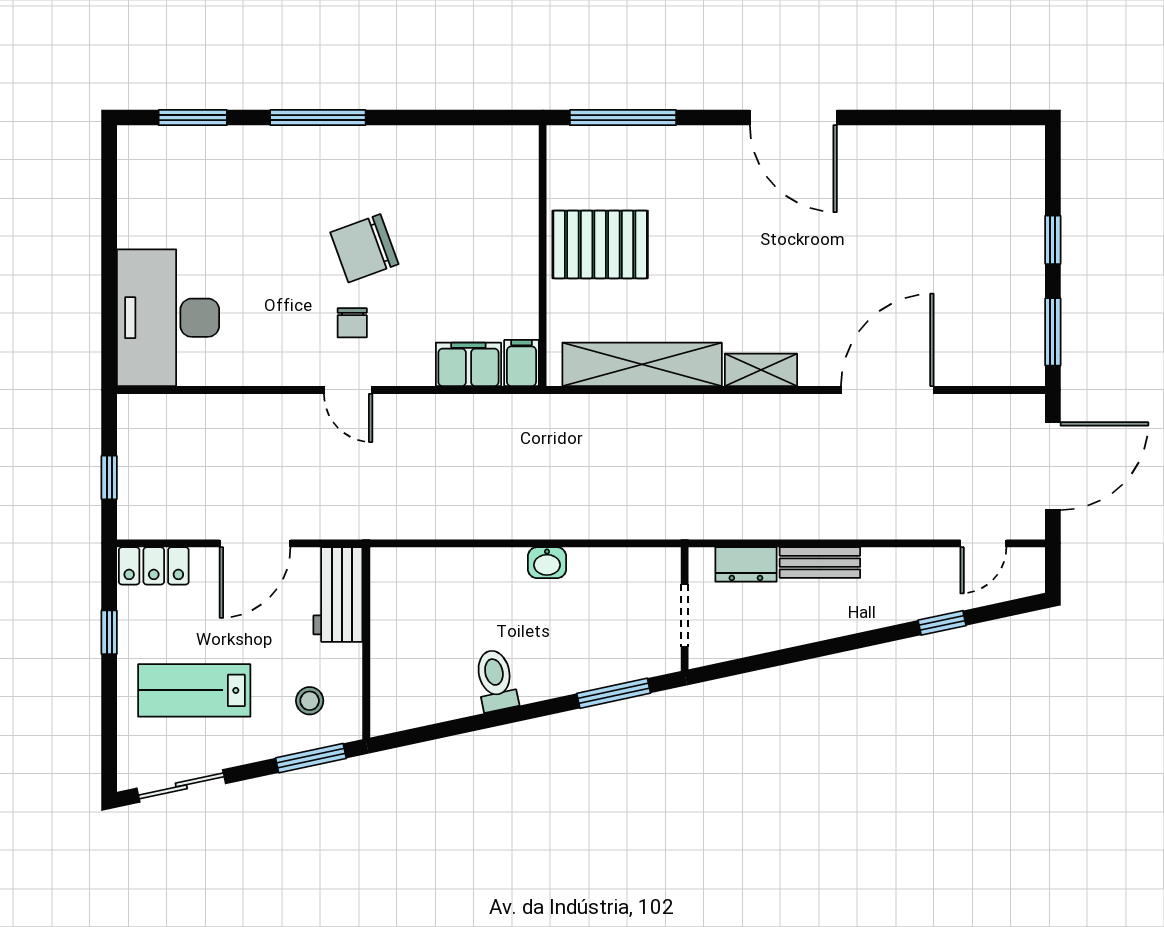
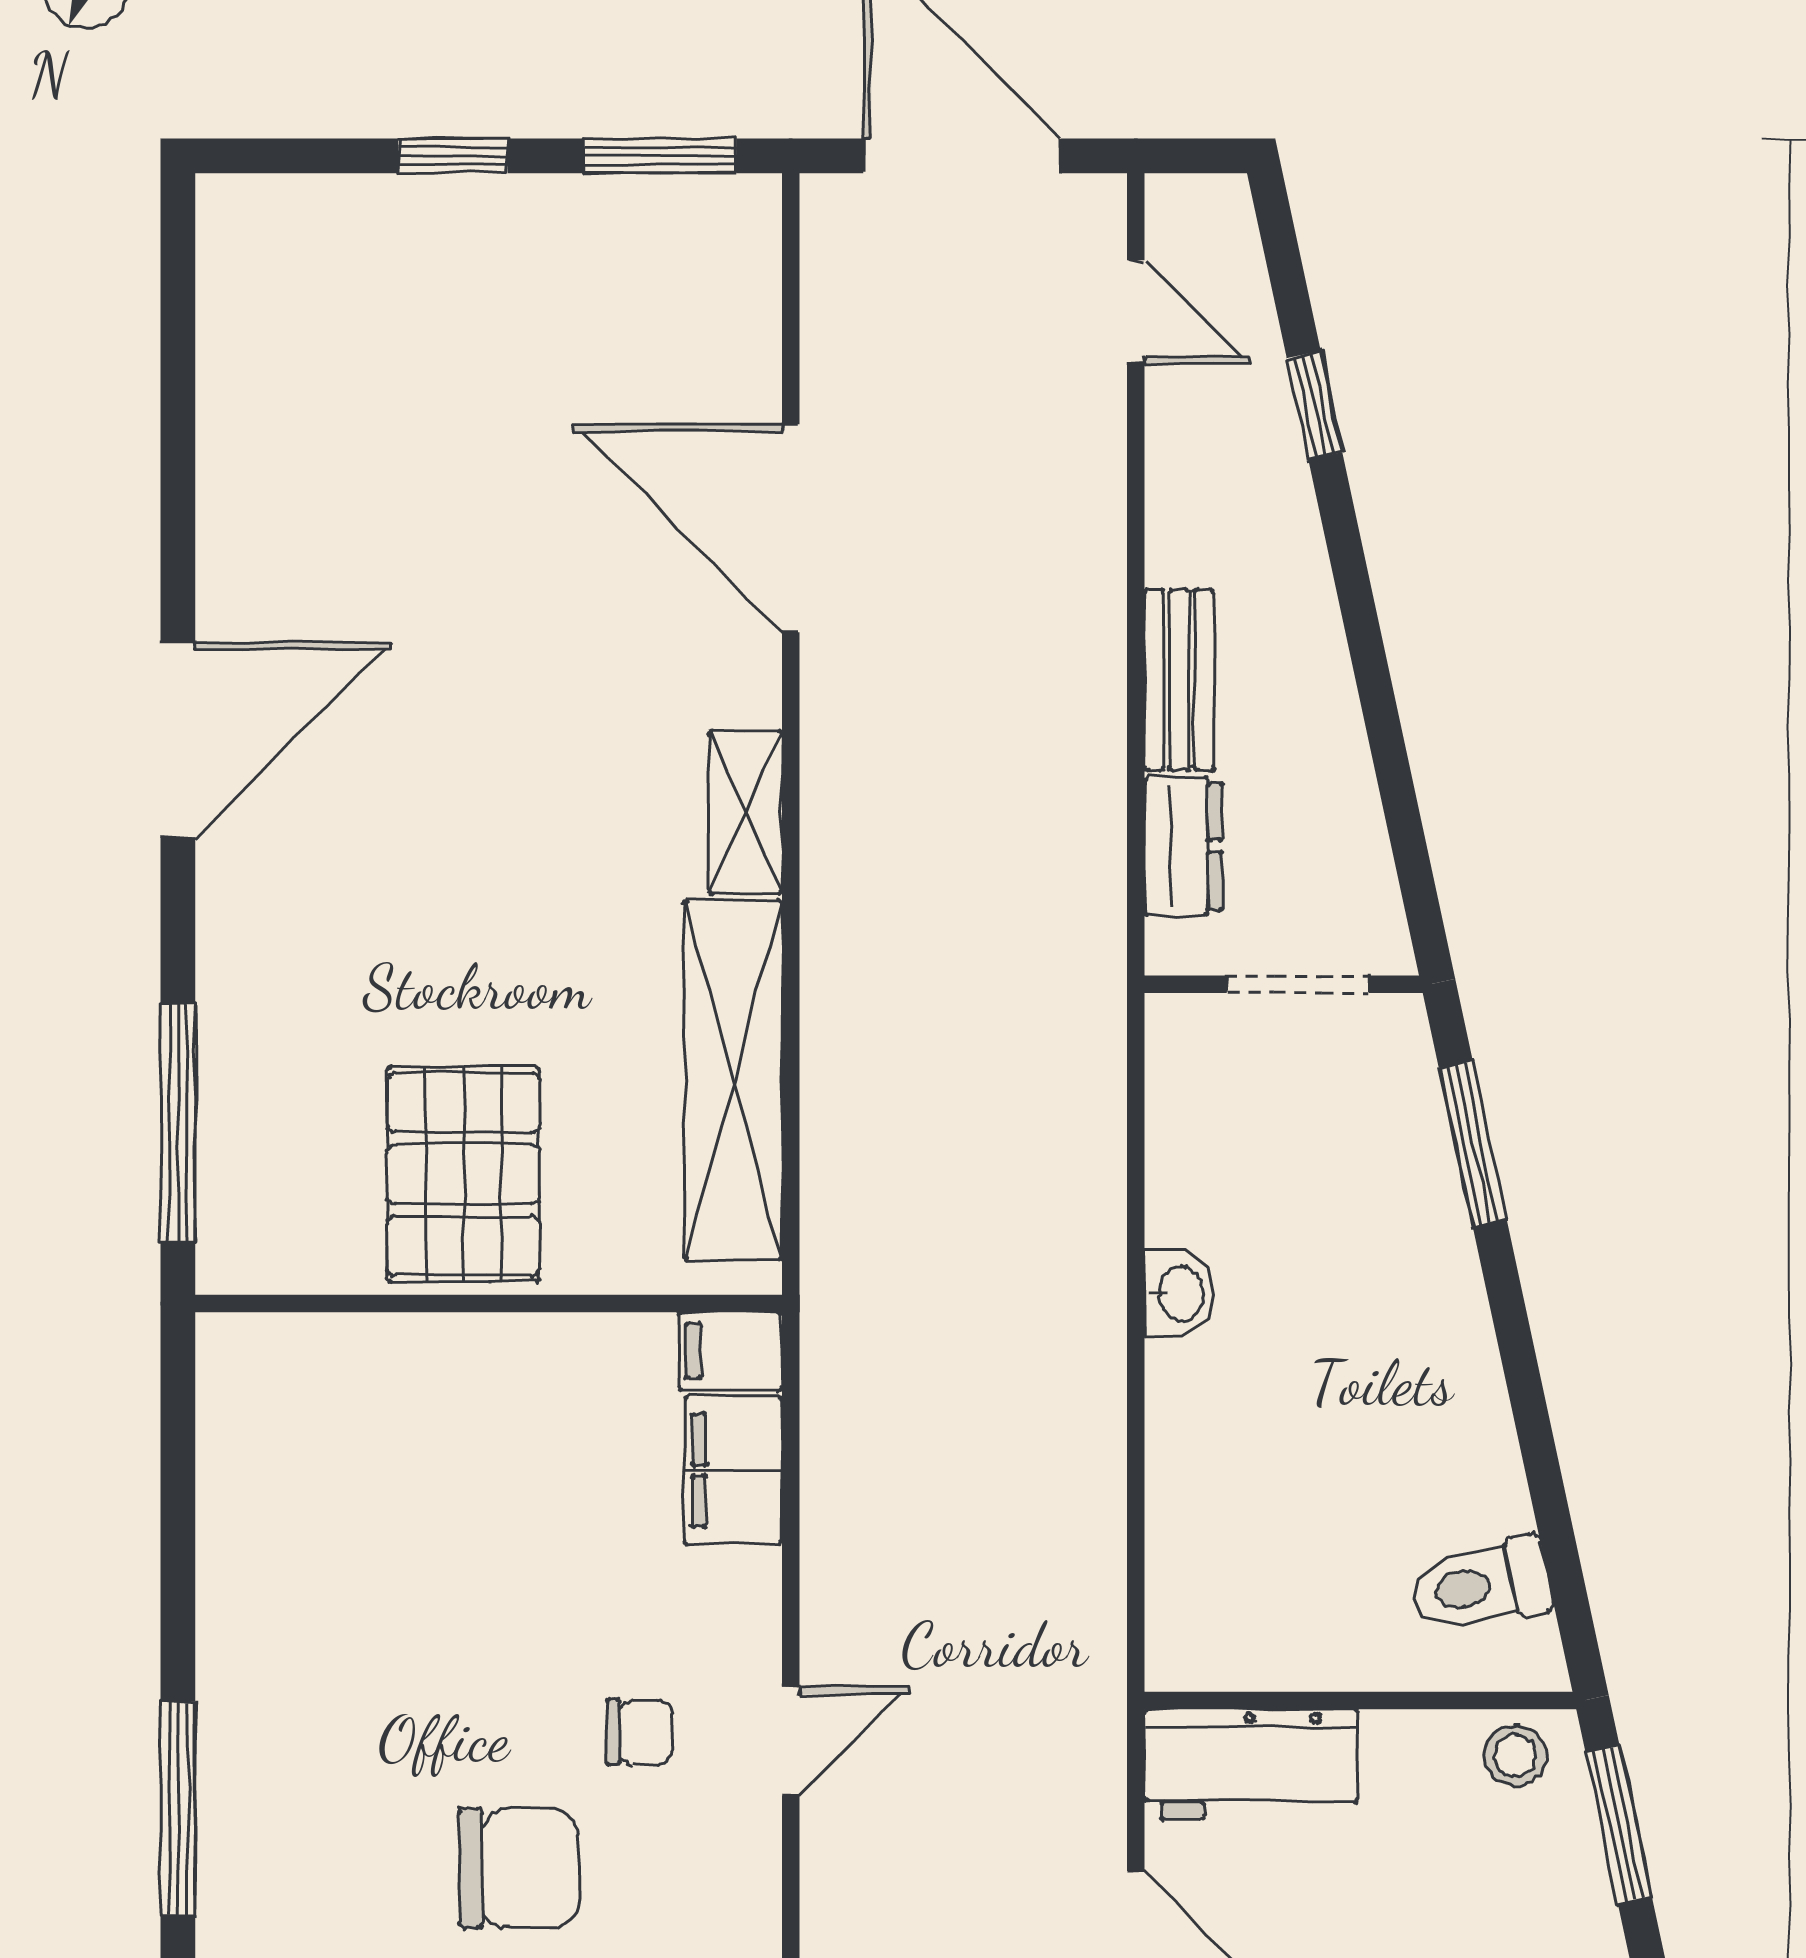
chair: (364, 248) -> (519, 1868), moved, turned -70
toilet: (496, 680) -> (1481, 1585), moved
stool: (310, 701) -> (1515, 1756), moved

